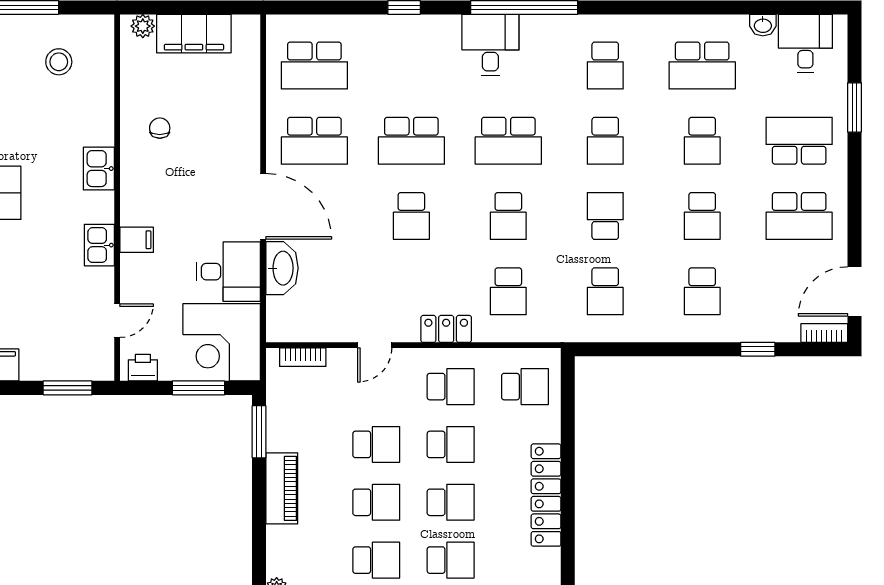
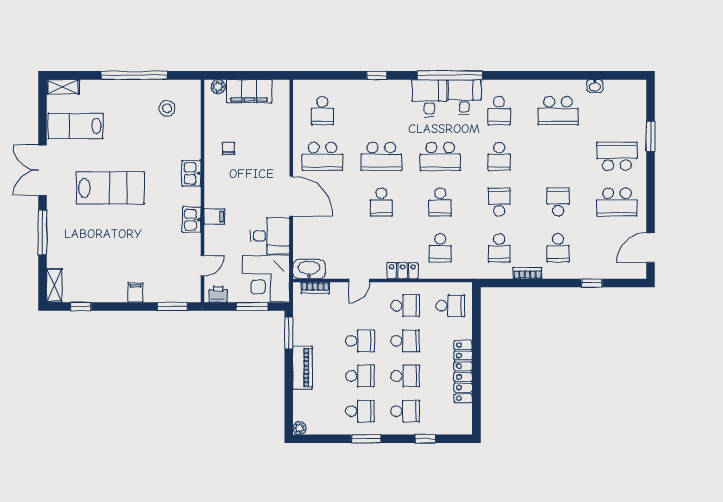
desk: (805, 43) -> (464, 97), moved
school desk: (314, 66) -> (322, 111), width x0.54
school desk: (702, 141) -> (558, 156), removed
school desk: (702, 216) -> (558, 202), turned 180
washbasin: (282, 268) -> (309, 269), moved, turned -90
bookcase: (824, 333) -> (527, 273), moved

